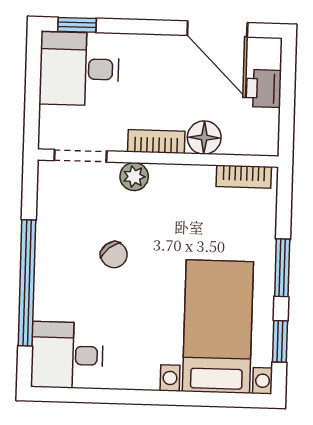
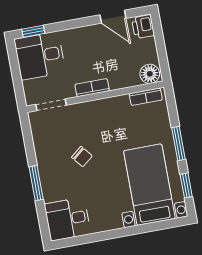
door: (217, 29) -> (113, 17), width x0.73
printer: (264, 88) -> (143, 27), moved
floor lamp: (204, 138) -> (150, 74), moved
plant: (134, 177) -> (84, 110), removed
window: (27, 283) -> (36, 183), width x0.47

